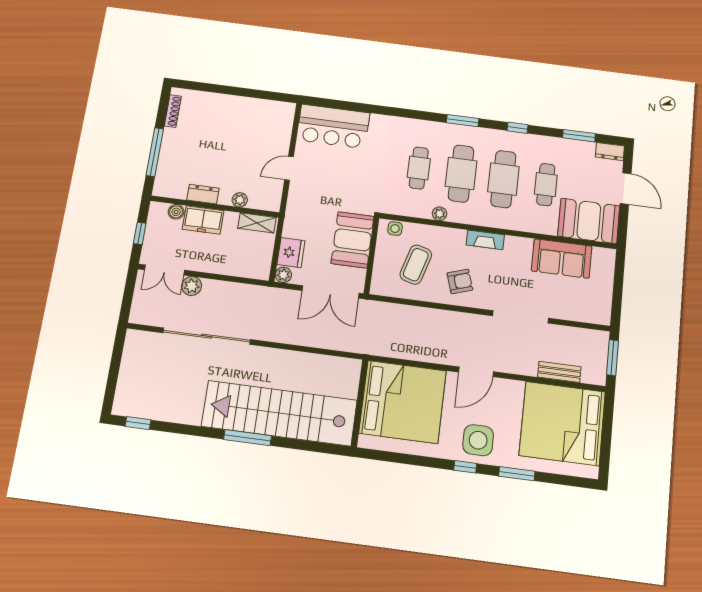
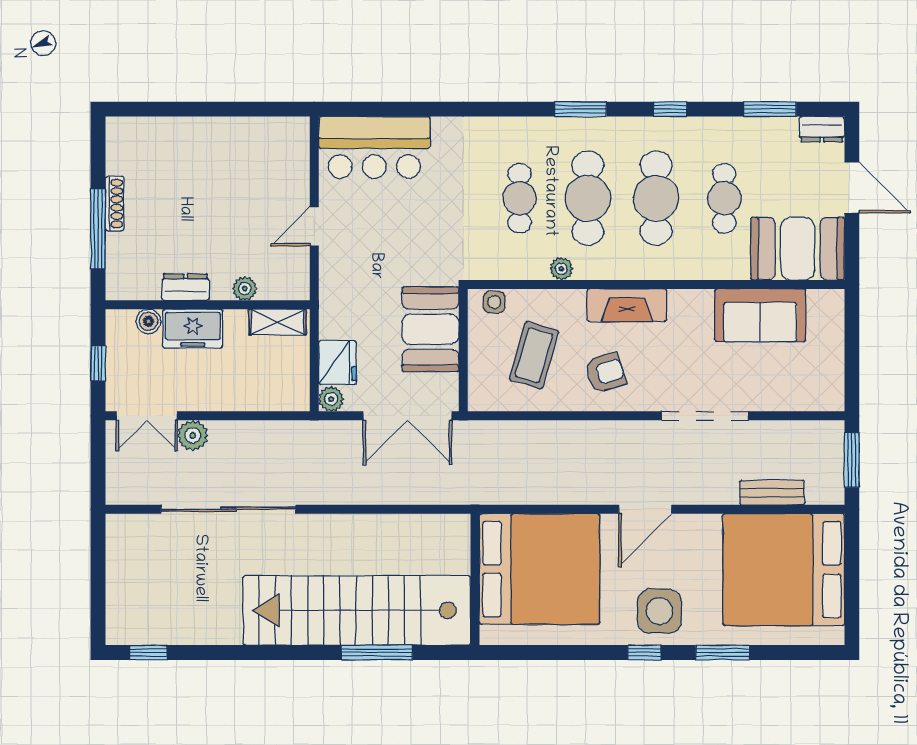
shoe rack: (173, 111) -> (115, 204), moved
fireplace: (485, 240) -> (627, 305), width x1.37, depth x1.32
window: (248, 438) -> (377, 653), moved

